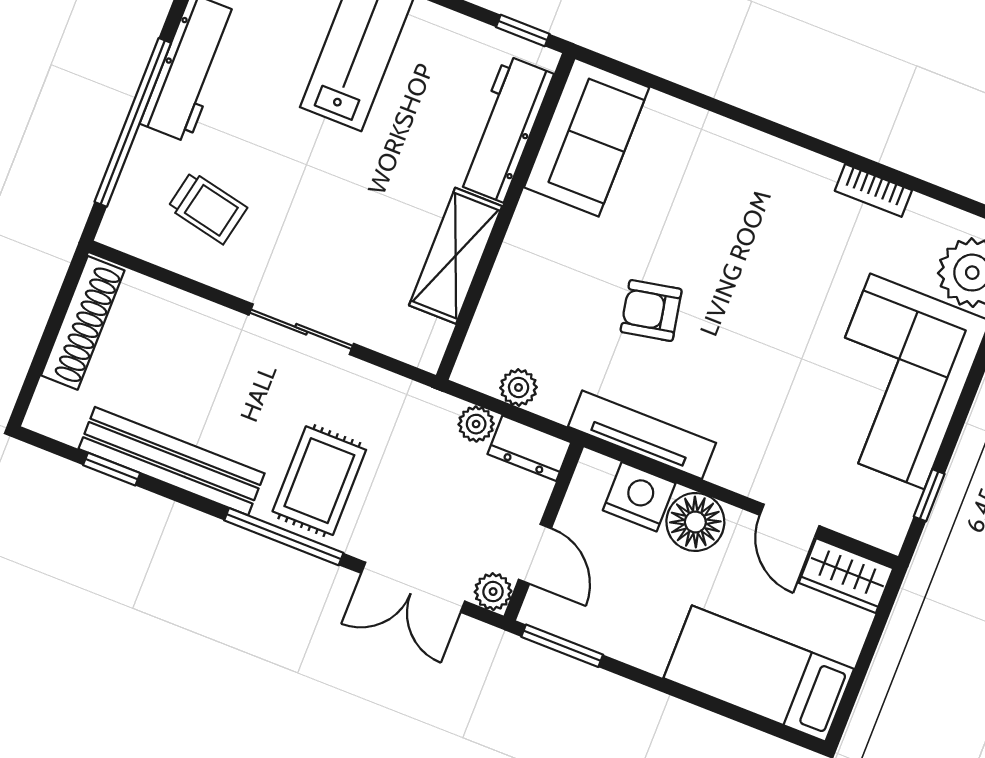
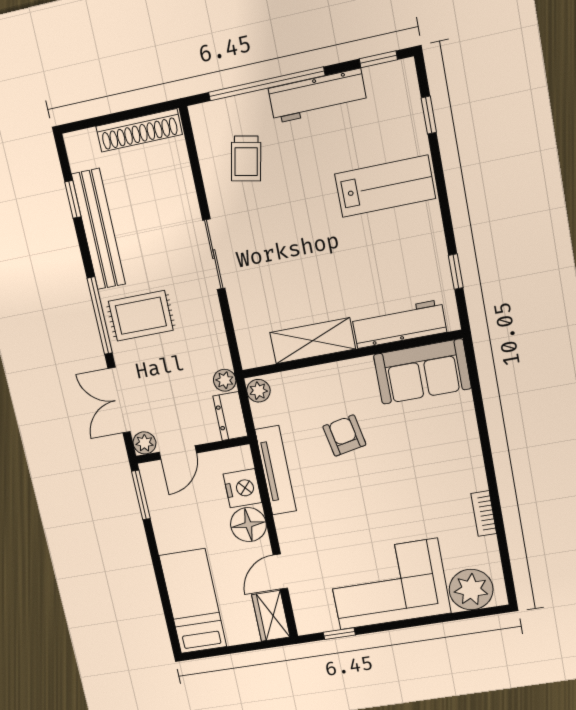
workbench: (505, 129) -> (399, 324), moved
sofa: (587, 137) -> (422, 372), moved
wall: (505, 216) -> (351, 354), moved
shelving: (456, 256) -> (313, 341), moved

